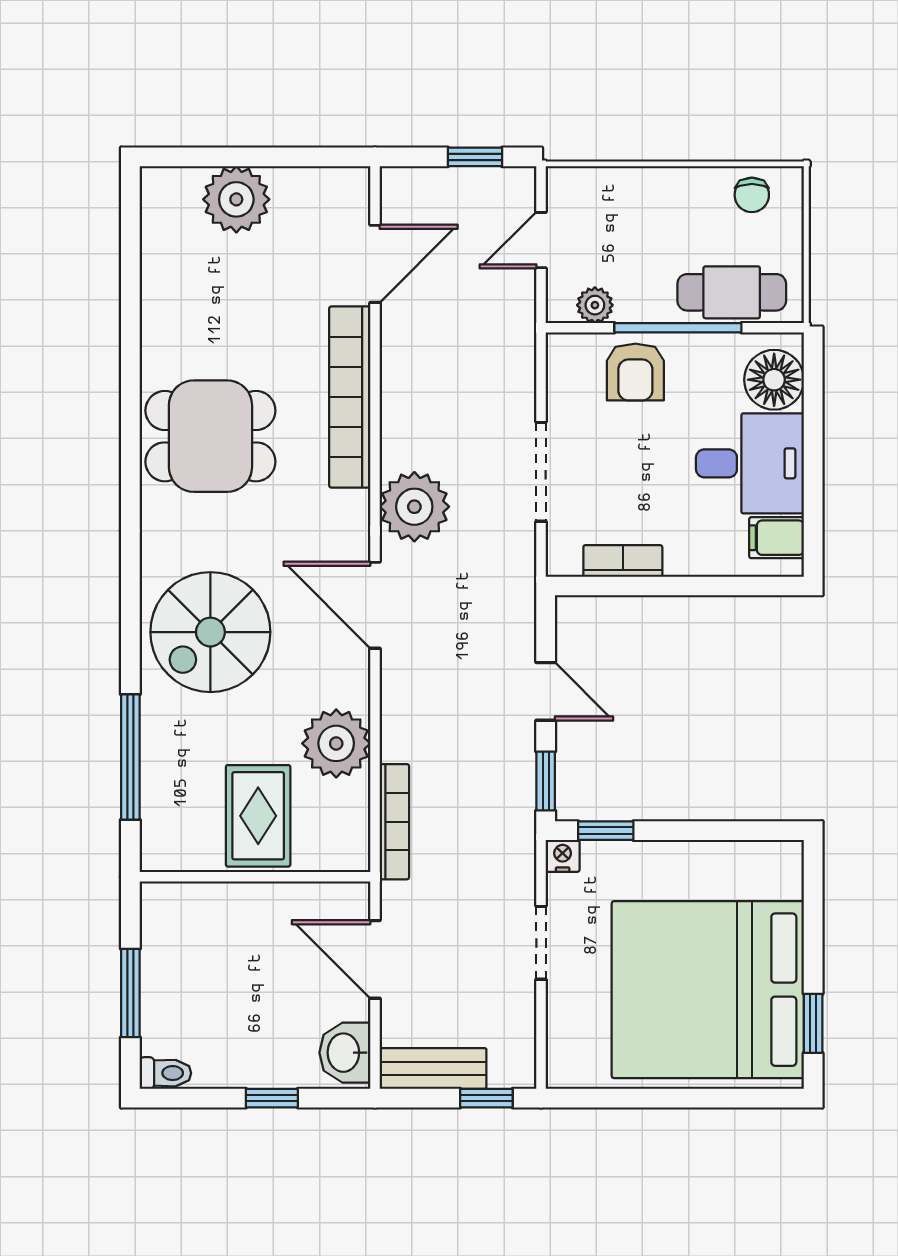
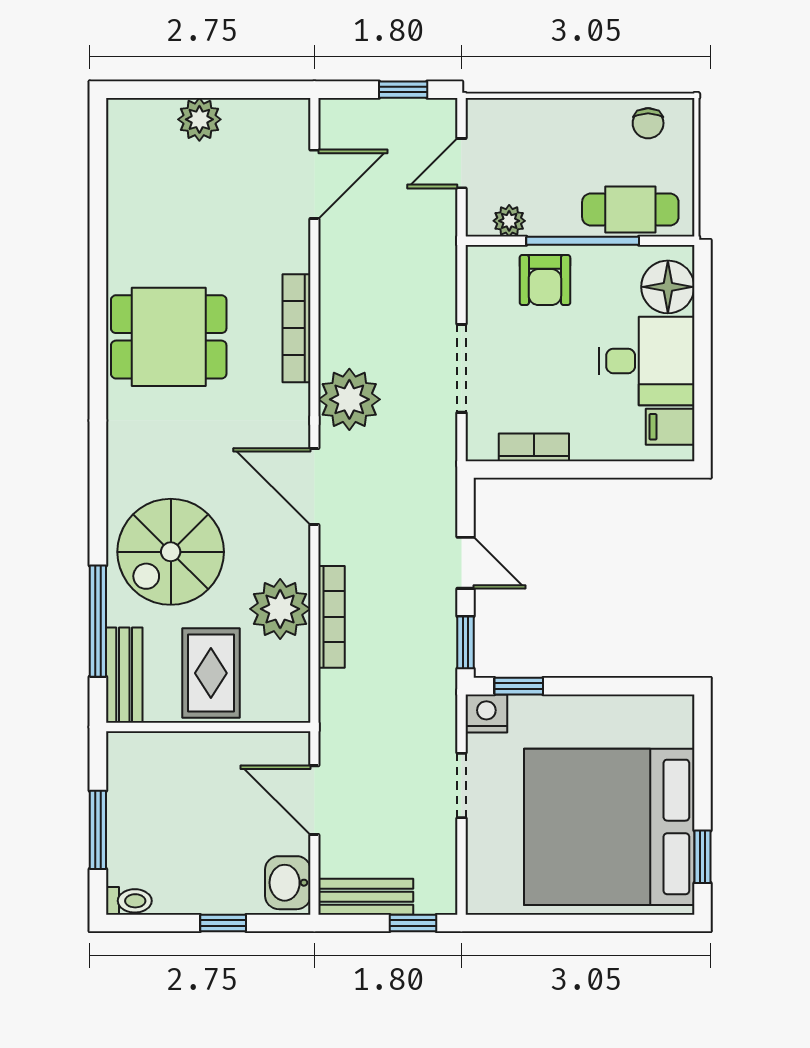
plant: (236, 199) -> (199, 119), width x0.73, depth x0.73
bookcase: (350, 397) -> (296, 328), width x0.68, depth x0.76
spiral stairs: (210, 632) -> (171, 552), moved
bench: (160, 818) -> (124, 675), added
bookcase: (394, 822) -> (332, 617), moved
nightstand: (563, 856) -> (486, 713), width x1.39, depth x1.35

